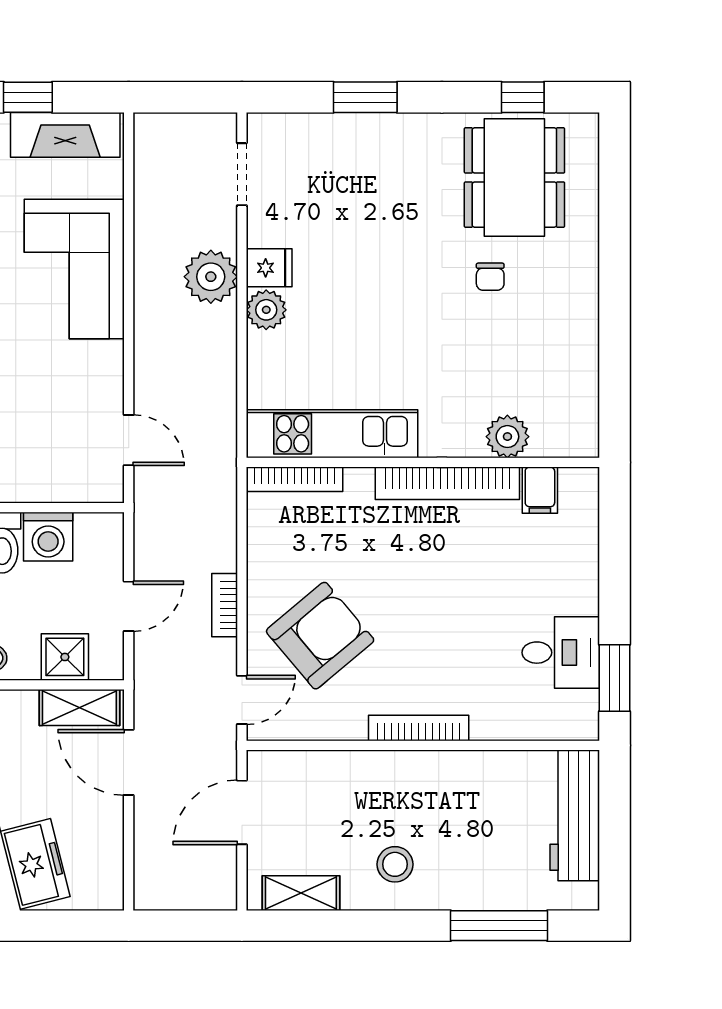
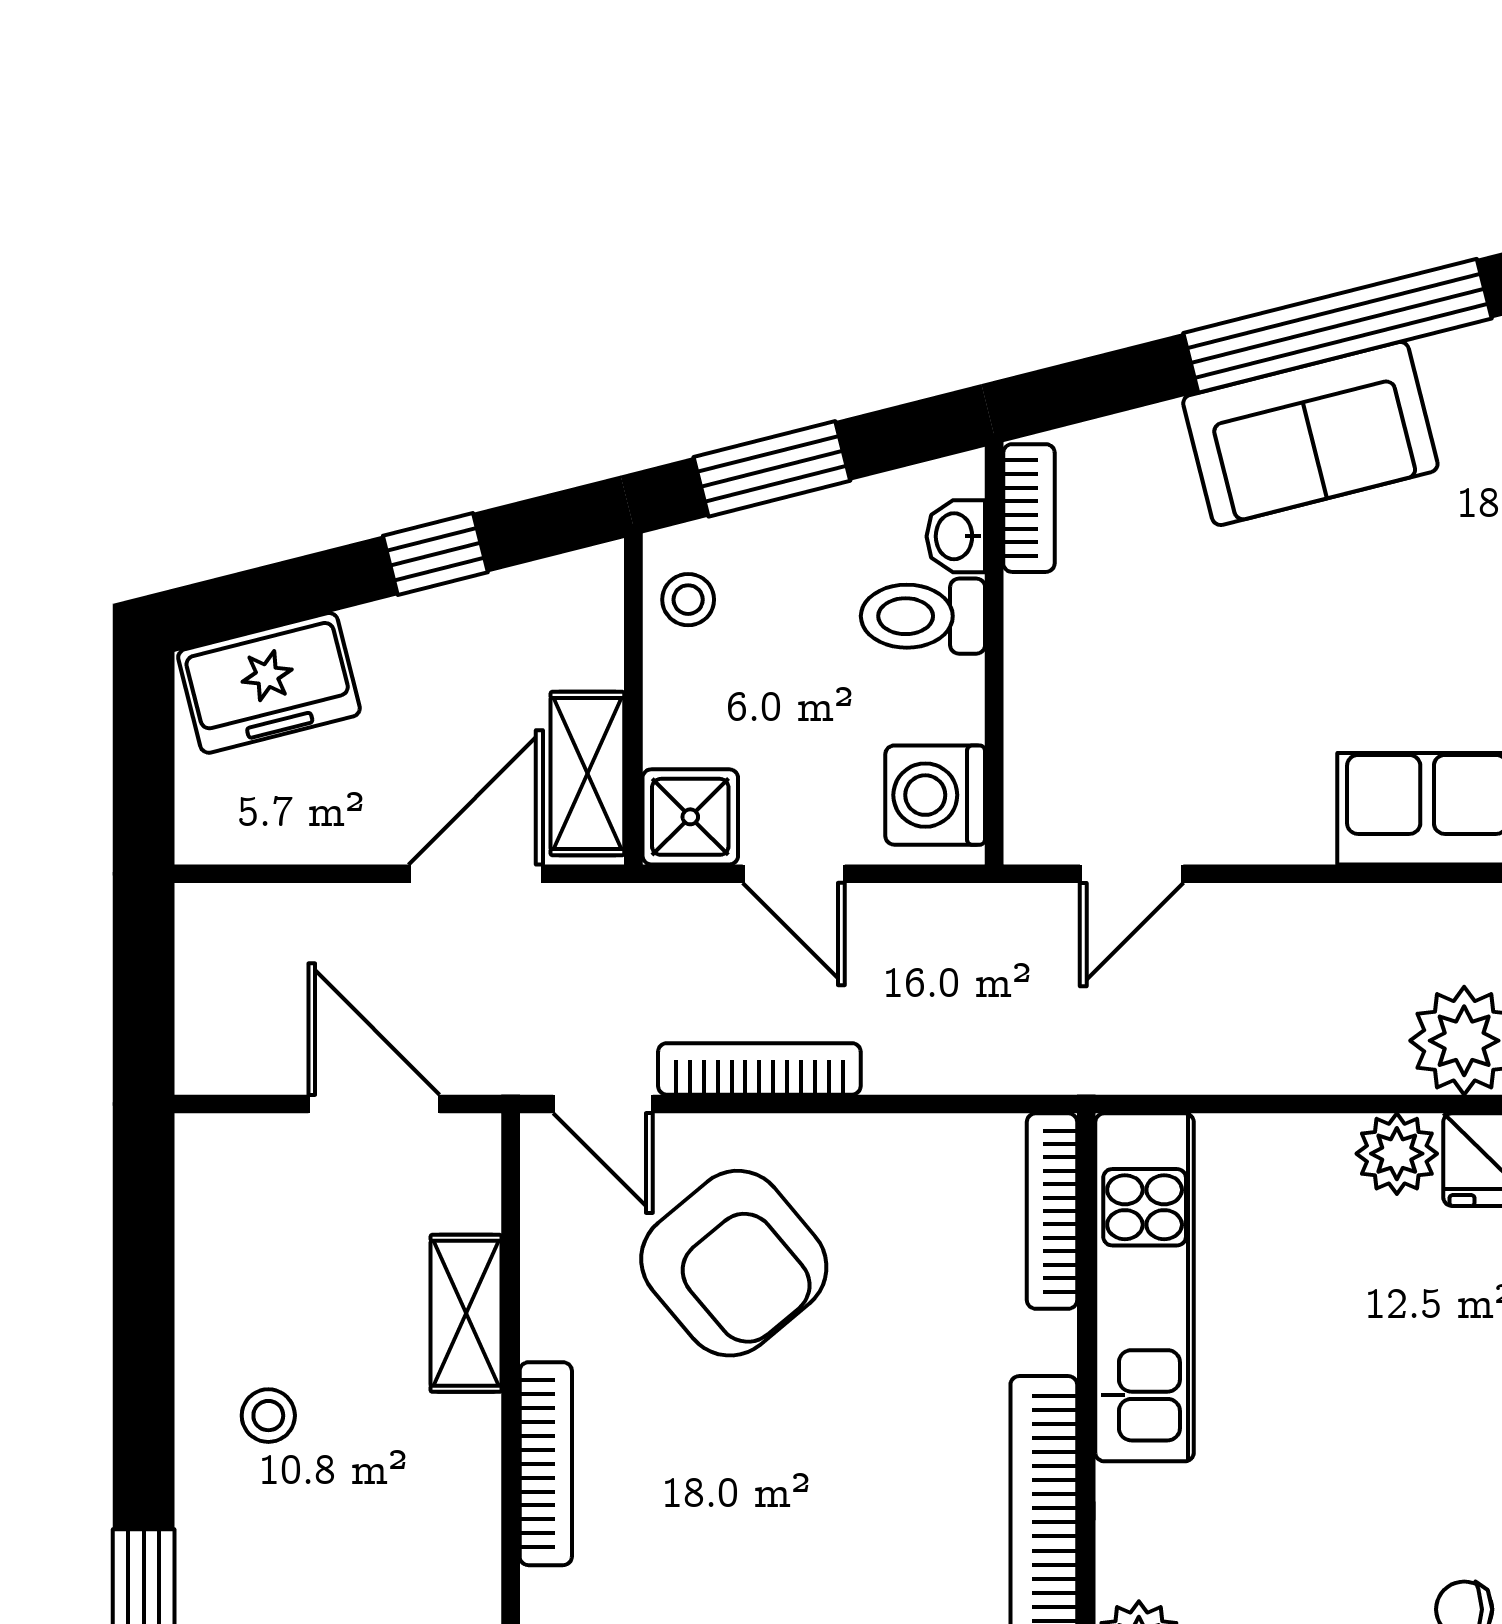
washing machine: (48, 537) -> (935, 795), moved
bookcase: (225, 605) -> (759, 1069), width x1.56
shower: (65, 657) -> (690, 817), moved
stool: (395, 864) -> (268, 1416), width x0.73, depth x0.73
shelving: (301, 893) -> (466, 1313), moved

